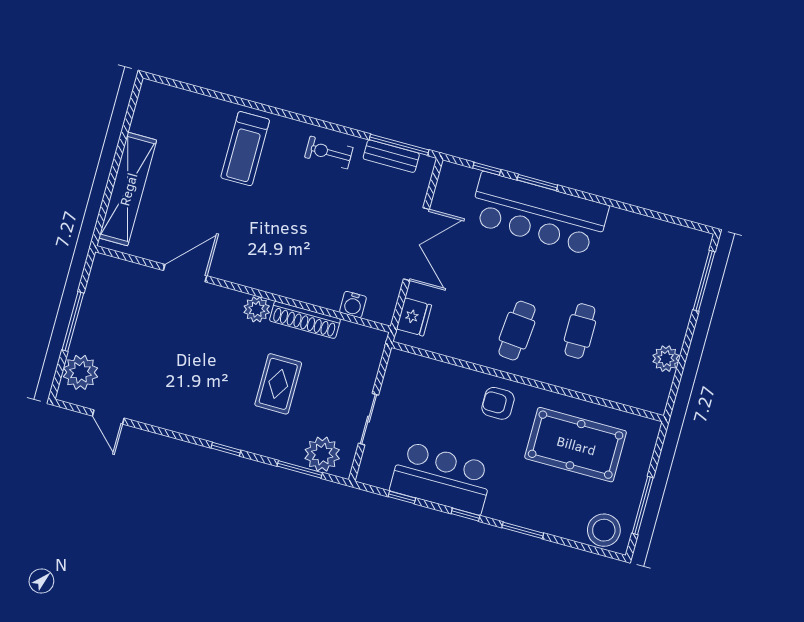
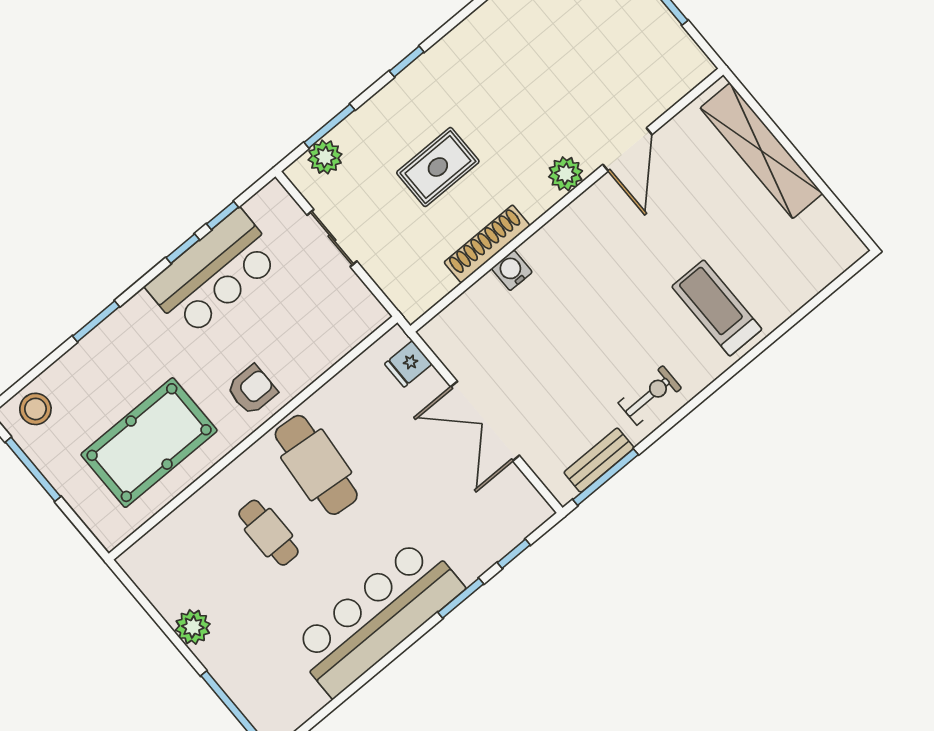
bar counter: (539, 214) -> (377, 617), moved
water cooler: (353, 304) -> (512, 270), moved
plant: (257, 309) -> (566, 174), moved
fridge: (414, 317) -> (408, 364), width x0.72
cafe table: (517, 331) -> (316, 465), width x1.37, depth x1.35
plant: (666, 359) -> (193, 627), moved
rug: (278, 384) -> (438, 167), turned 90
plant: (322, 454) -> (325, 157), width x0.73, depth x0.73
window: (465, 515) -> (183, 249), moved
stool: (604, 530) -> (35, 409), width x0.73, depth x0.73

